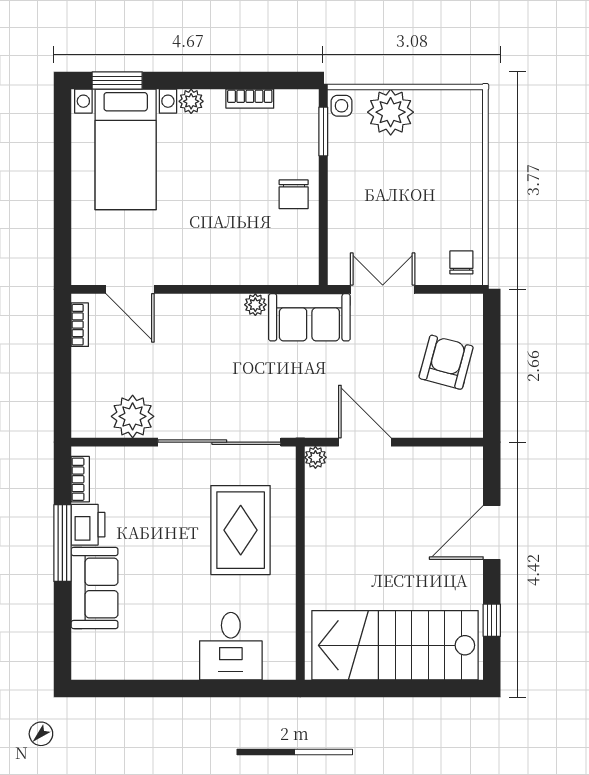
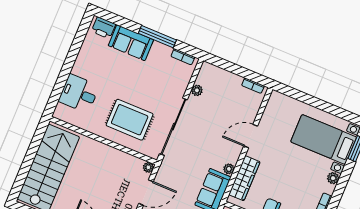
wardrobe: (261, 268) -> (244, 178), added
door: (130, 289) -> (251, 136), moved
plant: (133, 416) -> (197, 90), width x0.53, depth x0.53
printer: (88, 525) -> (103, 28), moved

